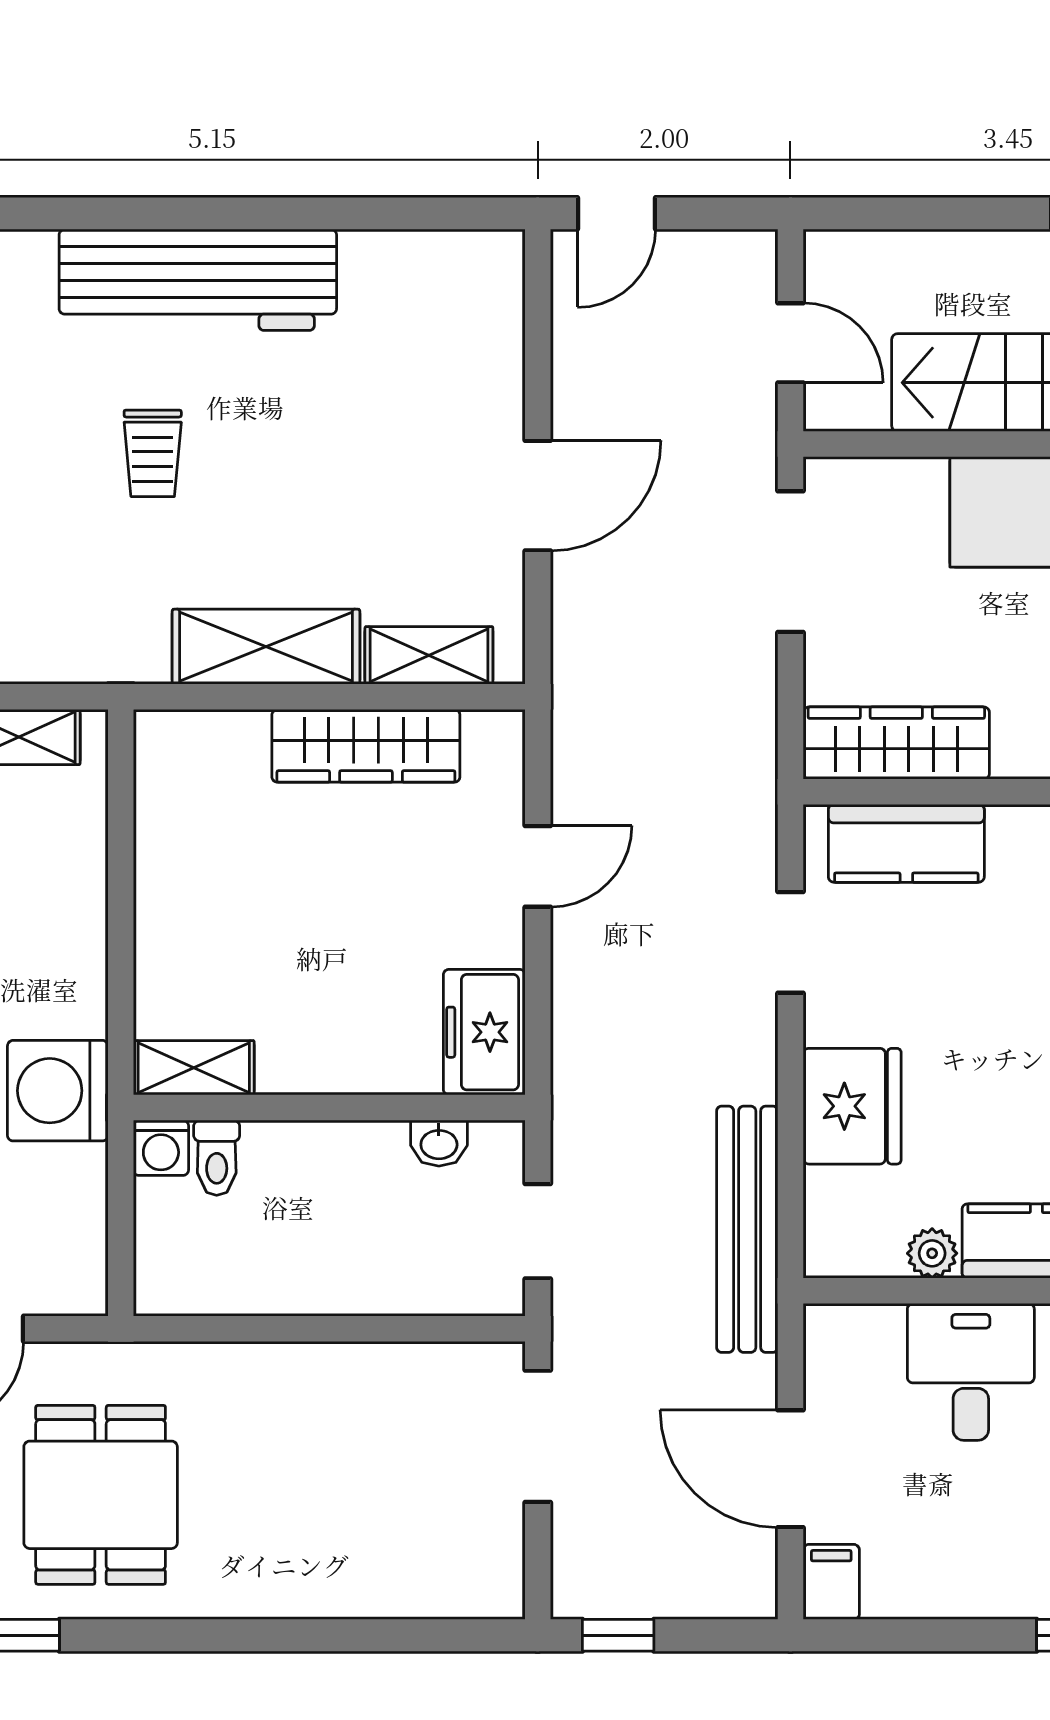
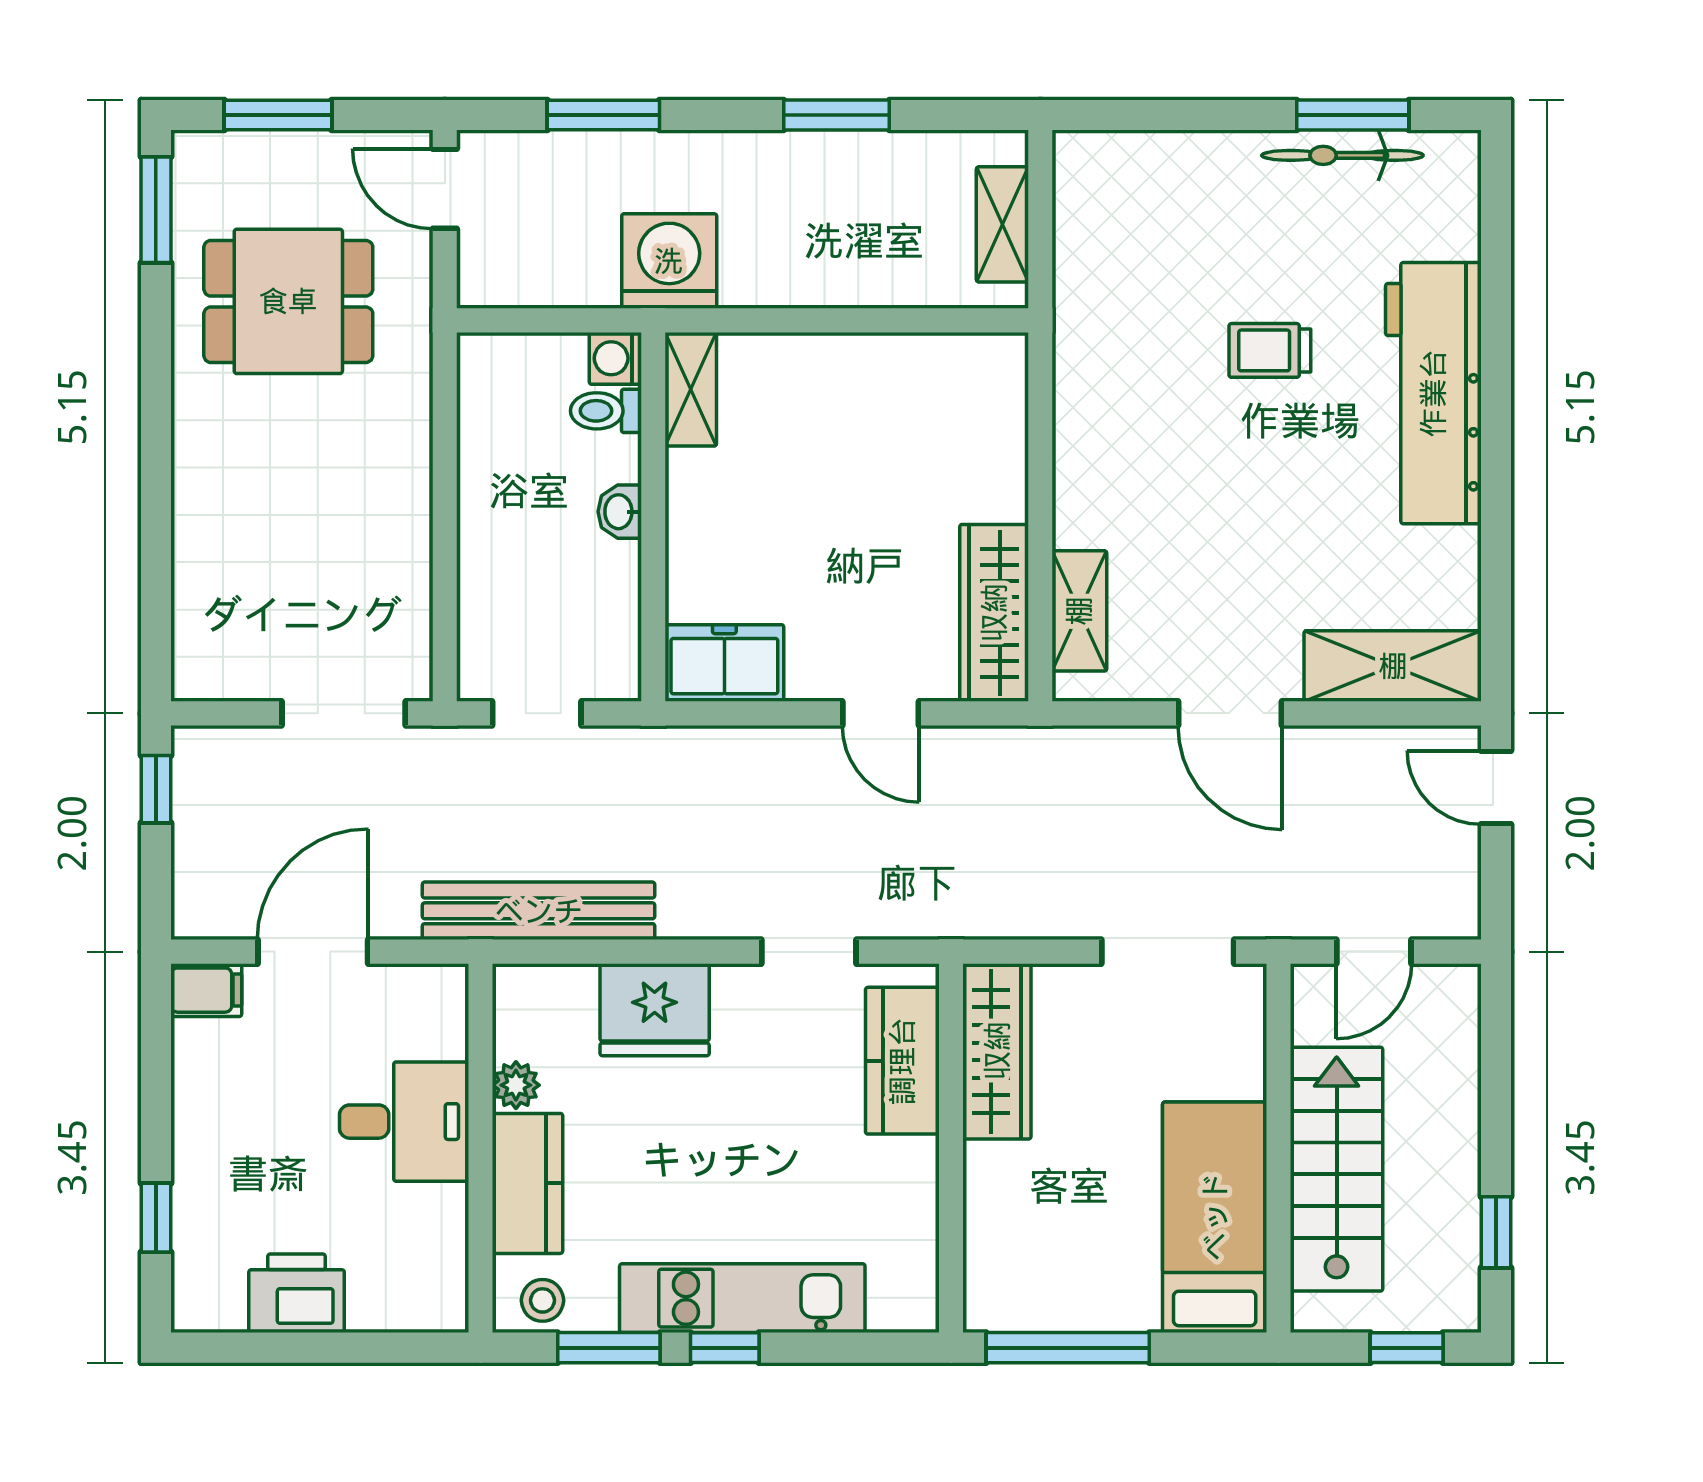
shelving: (266, 647) -> (1393, 666), moved, turned 90
wardrobe: (366, 746) -> (994, 613), moved
washbasin: (439, 1143) -> (620, 512), moved

